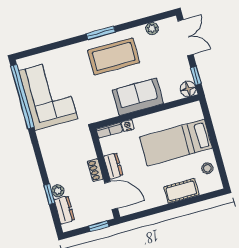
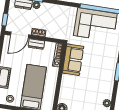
coffee table: (114, 56) -> (101, 73), removed
sofa: (138, 97) -> (73, 60), moved

